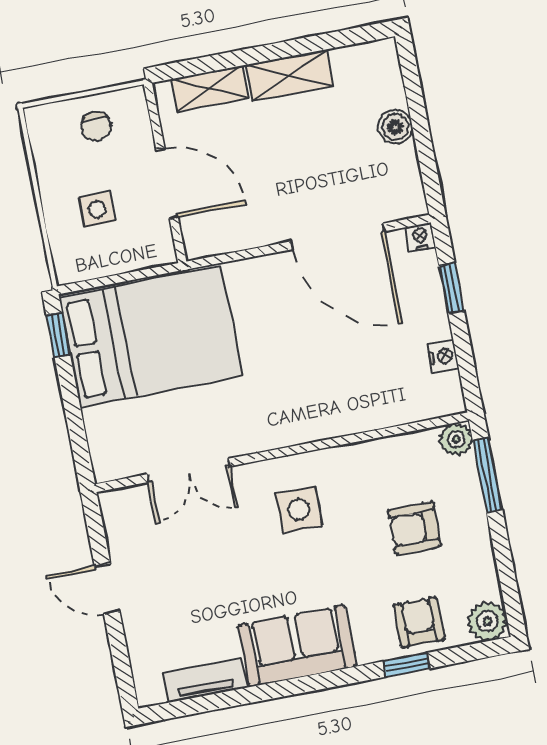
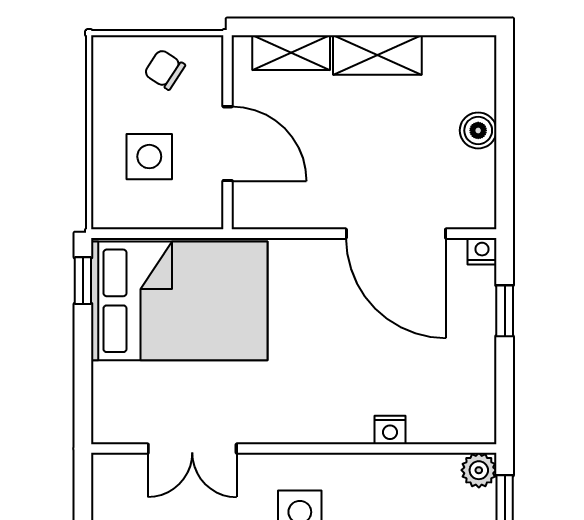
chair: (96, 126) -> (165, 69), turned 123
side table: (97, 209) -> (149, 157), width x1.37, depth x1.37
nightstand: (443, 356) -> (390, 430), moved, turned 90

